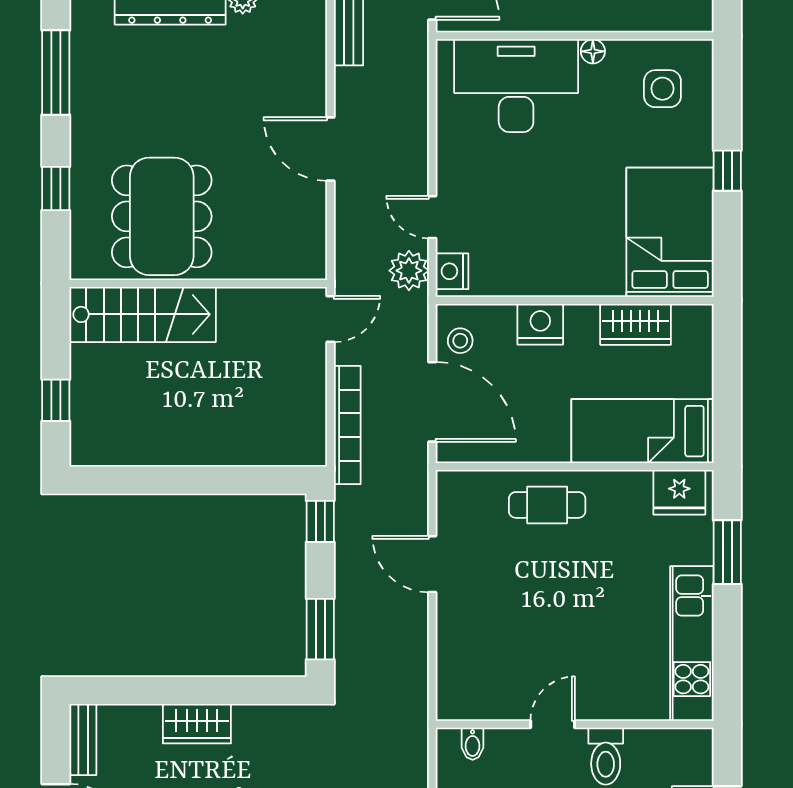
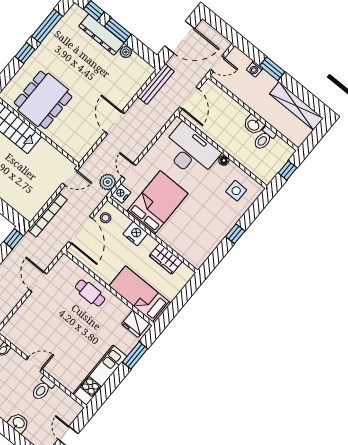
window: (56, 189) -> (25, 53), moved
bed: (670, 232) -> (157, 203), moved

